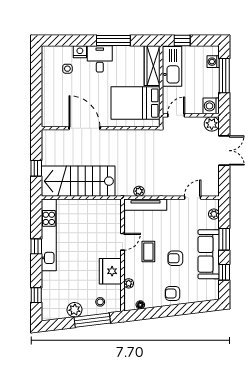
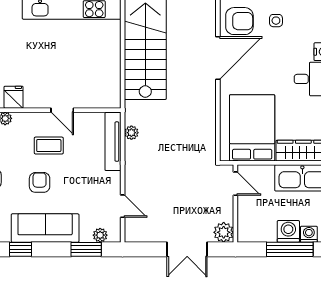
side table: (67, 69) -> (276, 21), moved
washing machine: (211, 106) -> (288, 231), moved
armchair: (58, 112) -> (239, 21), added
window: (224, 239) -> (86, 249), moved
fridge: (110, 271) -> (14, 97), width x0.53, depth x0.75

